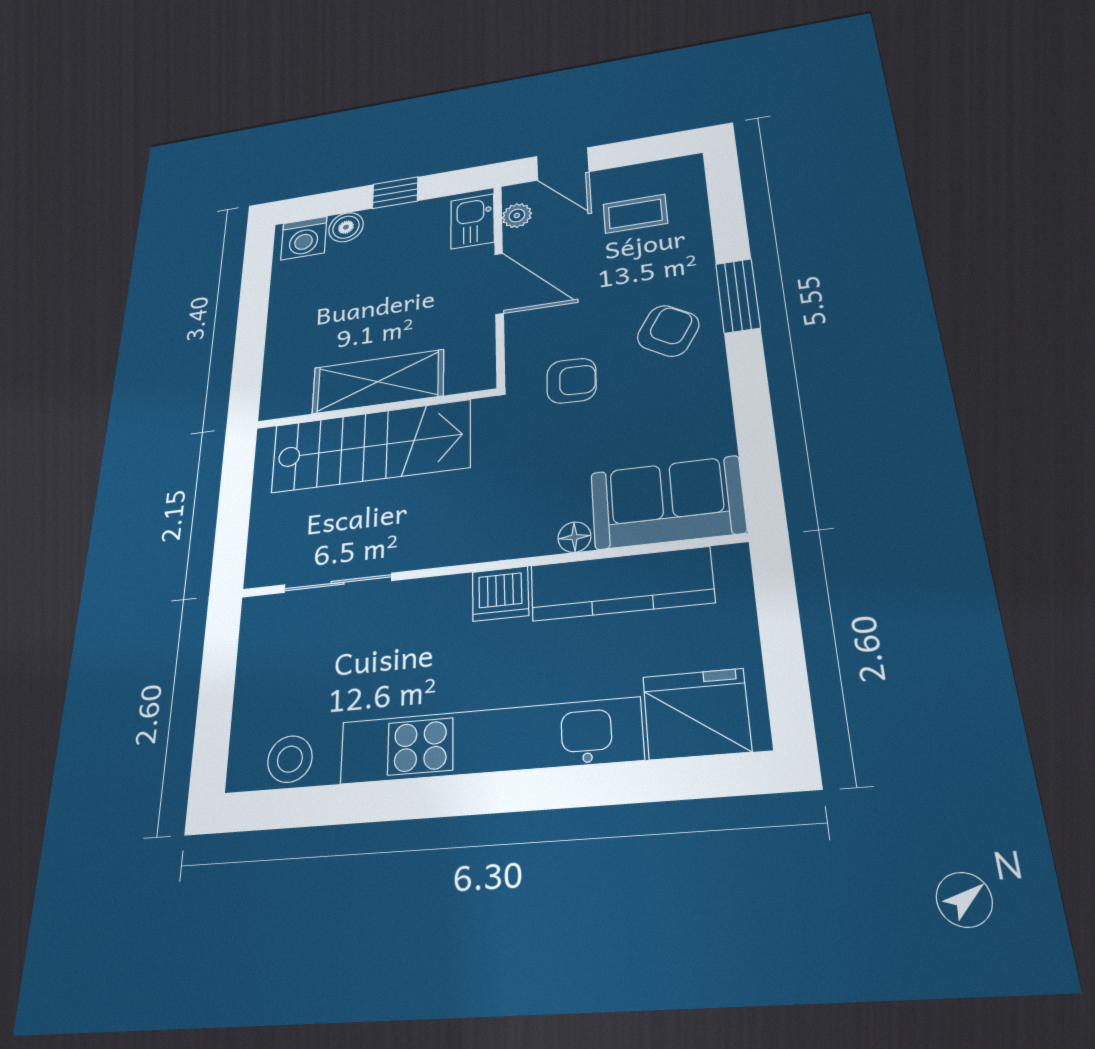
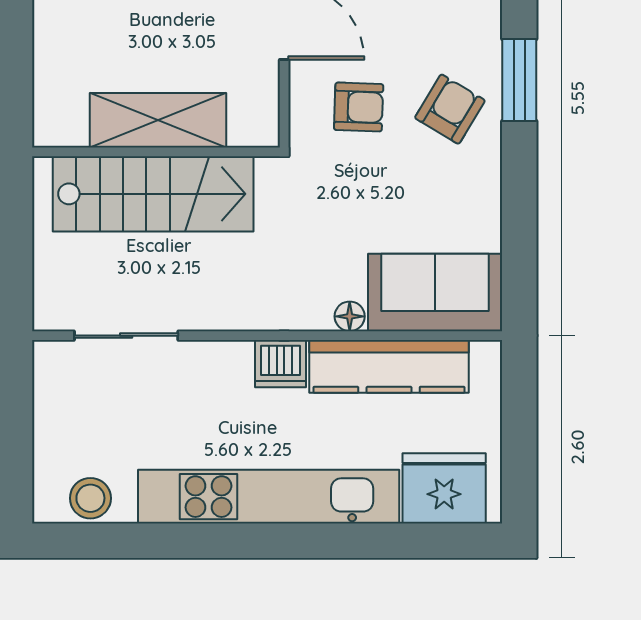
armchair: (572, 381) -> (359, 107), moved

